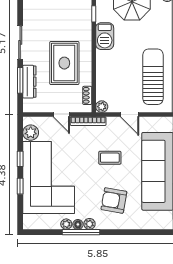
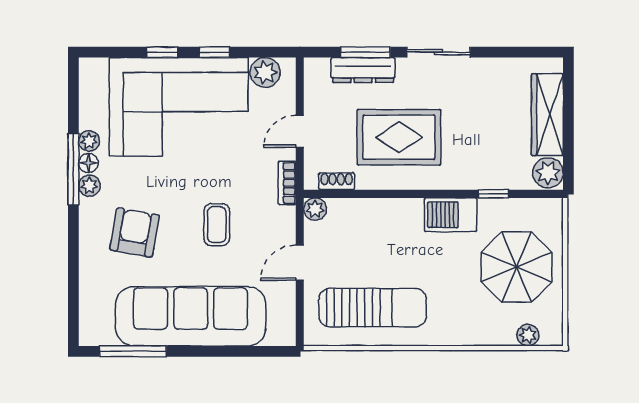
bookcase: (88, 121) -> (287, 183), width x0.64

